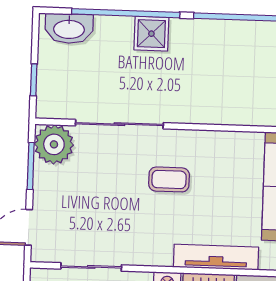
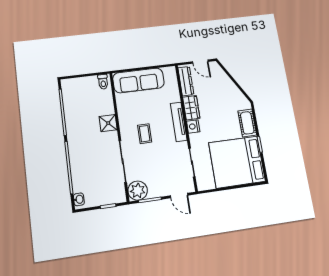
washbasin: (69, 29) -> (79, 199), width x0.52, depth x0.69
shower: (151, 34) -> (108, 123), moved
tv unit: (216, 257) -> (179, 122), moved

